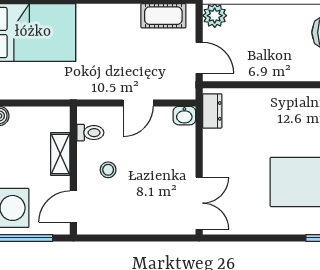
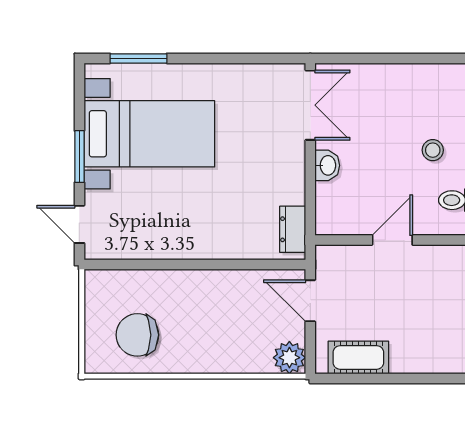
washbasin: (184, 116) -> (327, 165), moved, turned 90
double door: (199, 203) -> (310, 105), swing flipped

